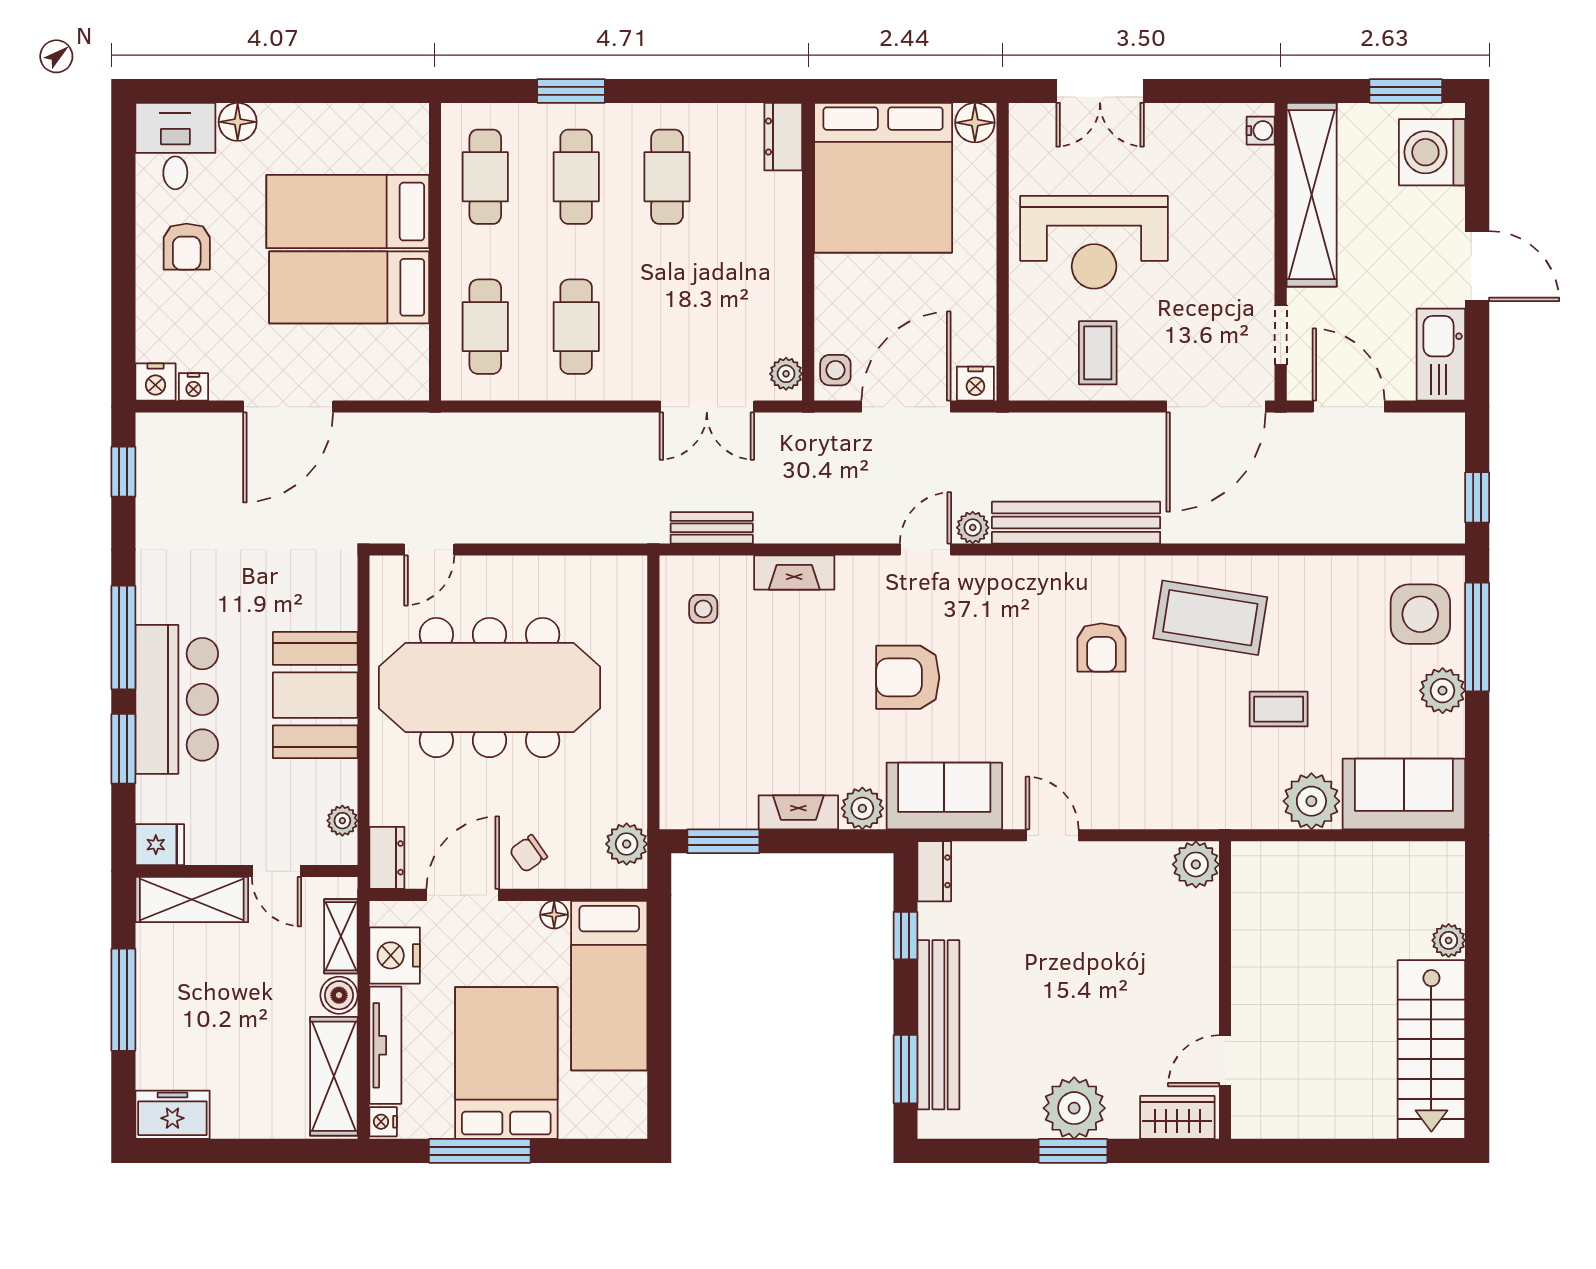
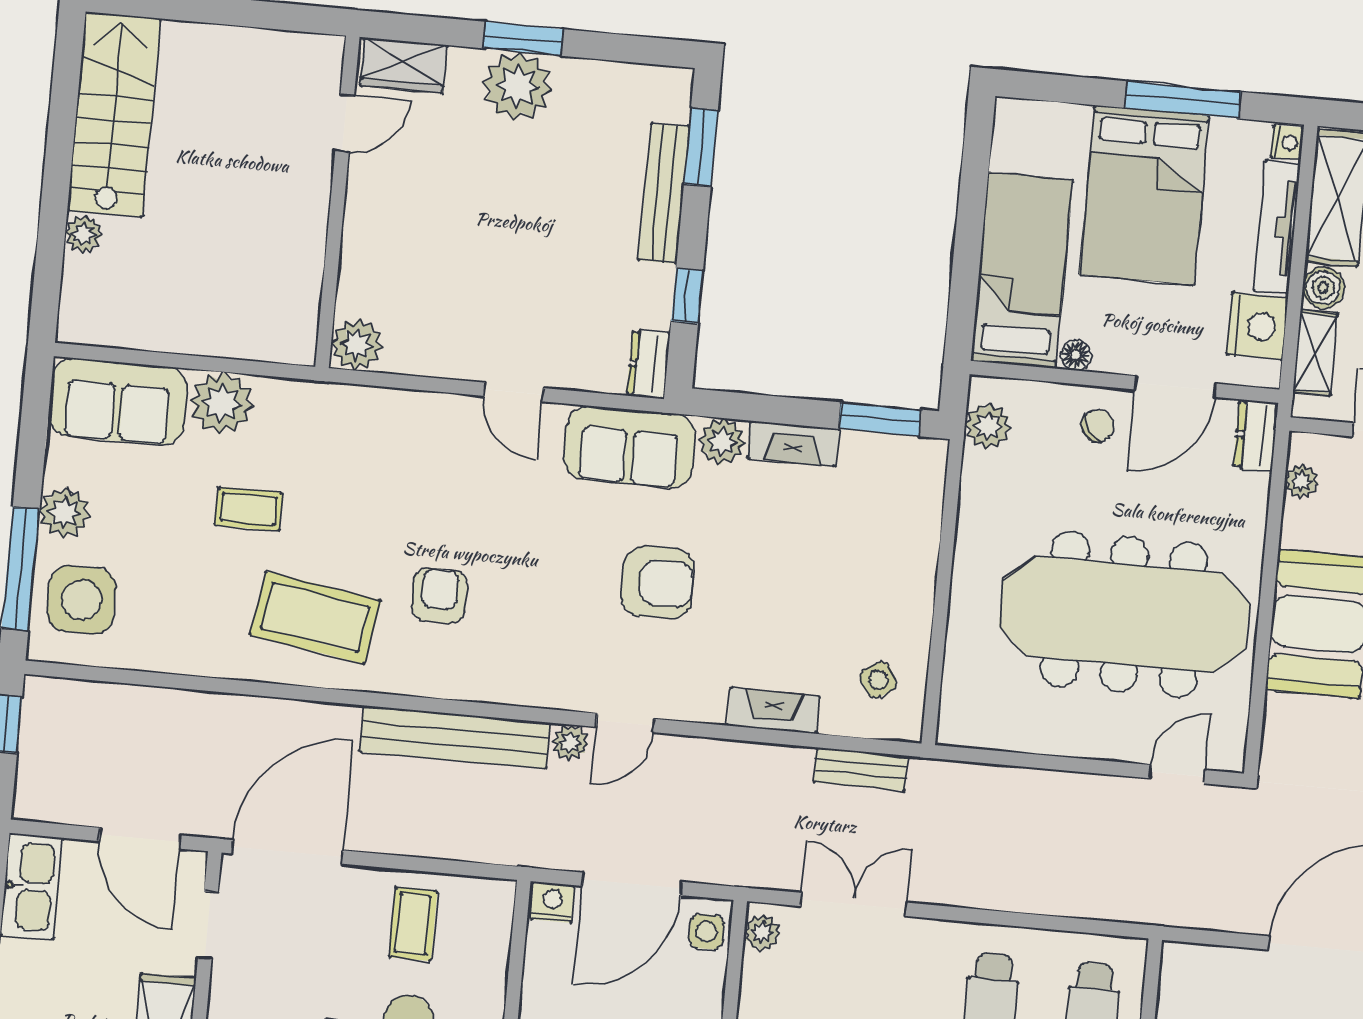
side table: (703, 609) -> (878, 680), turned -34
bench: (938, 1025) -> (664, 193), width x0.73, depth x0.82

